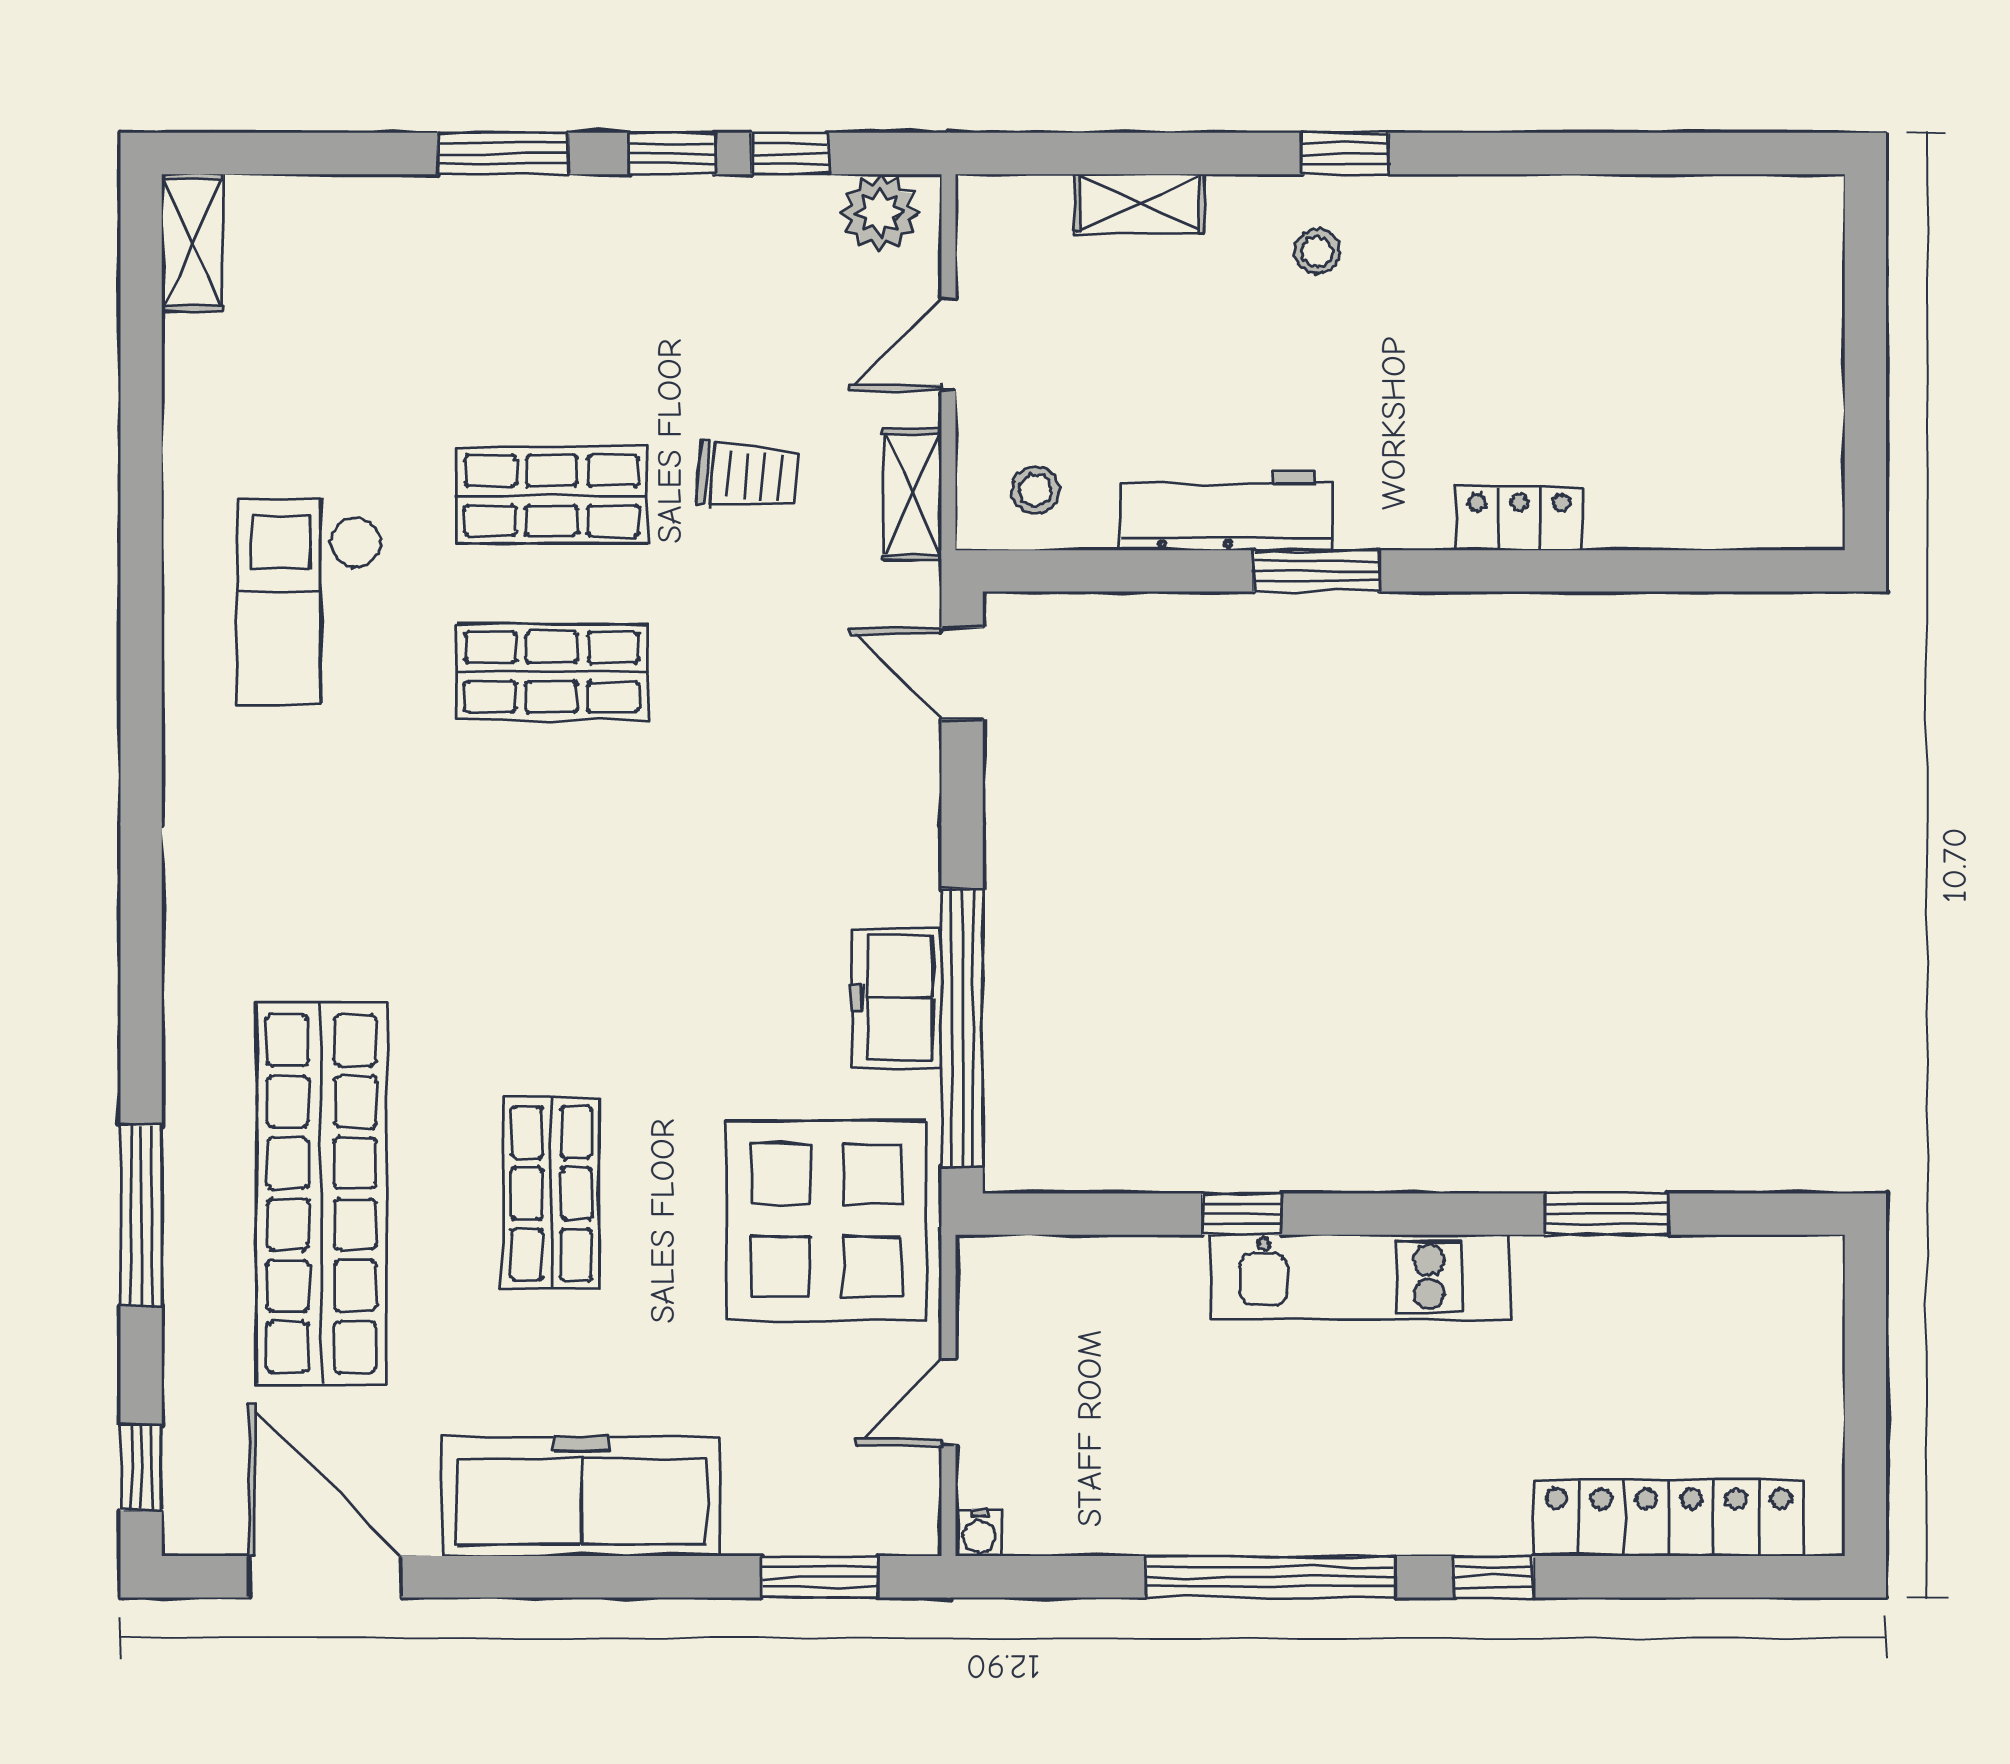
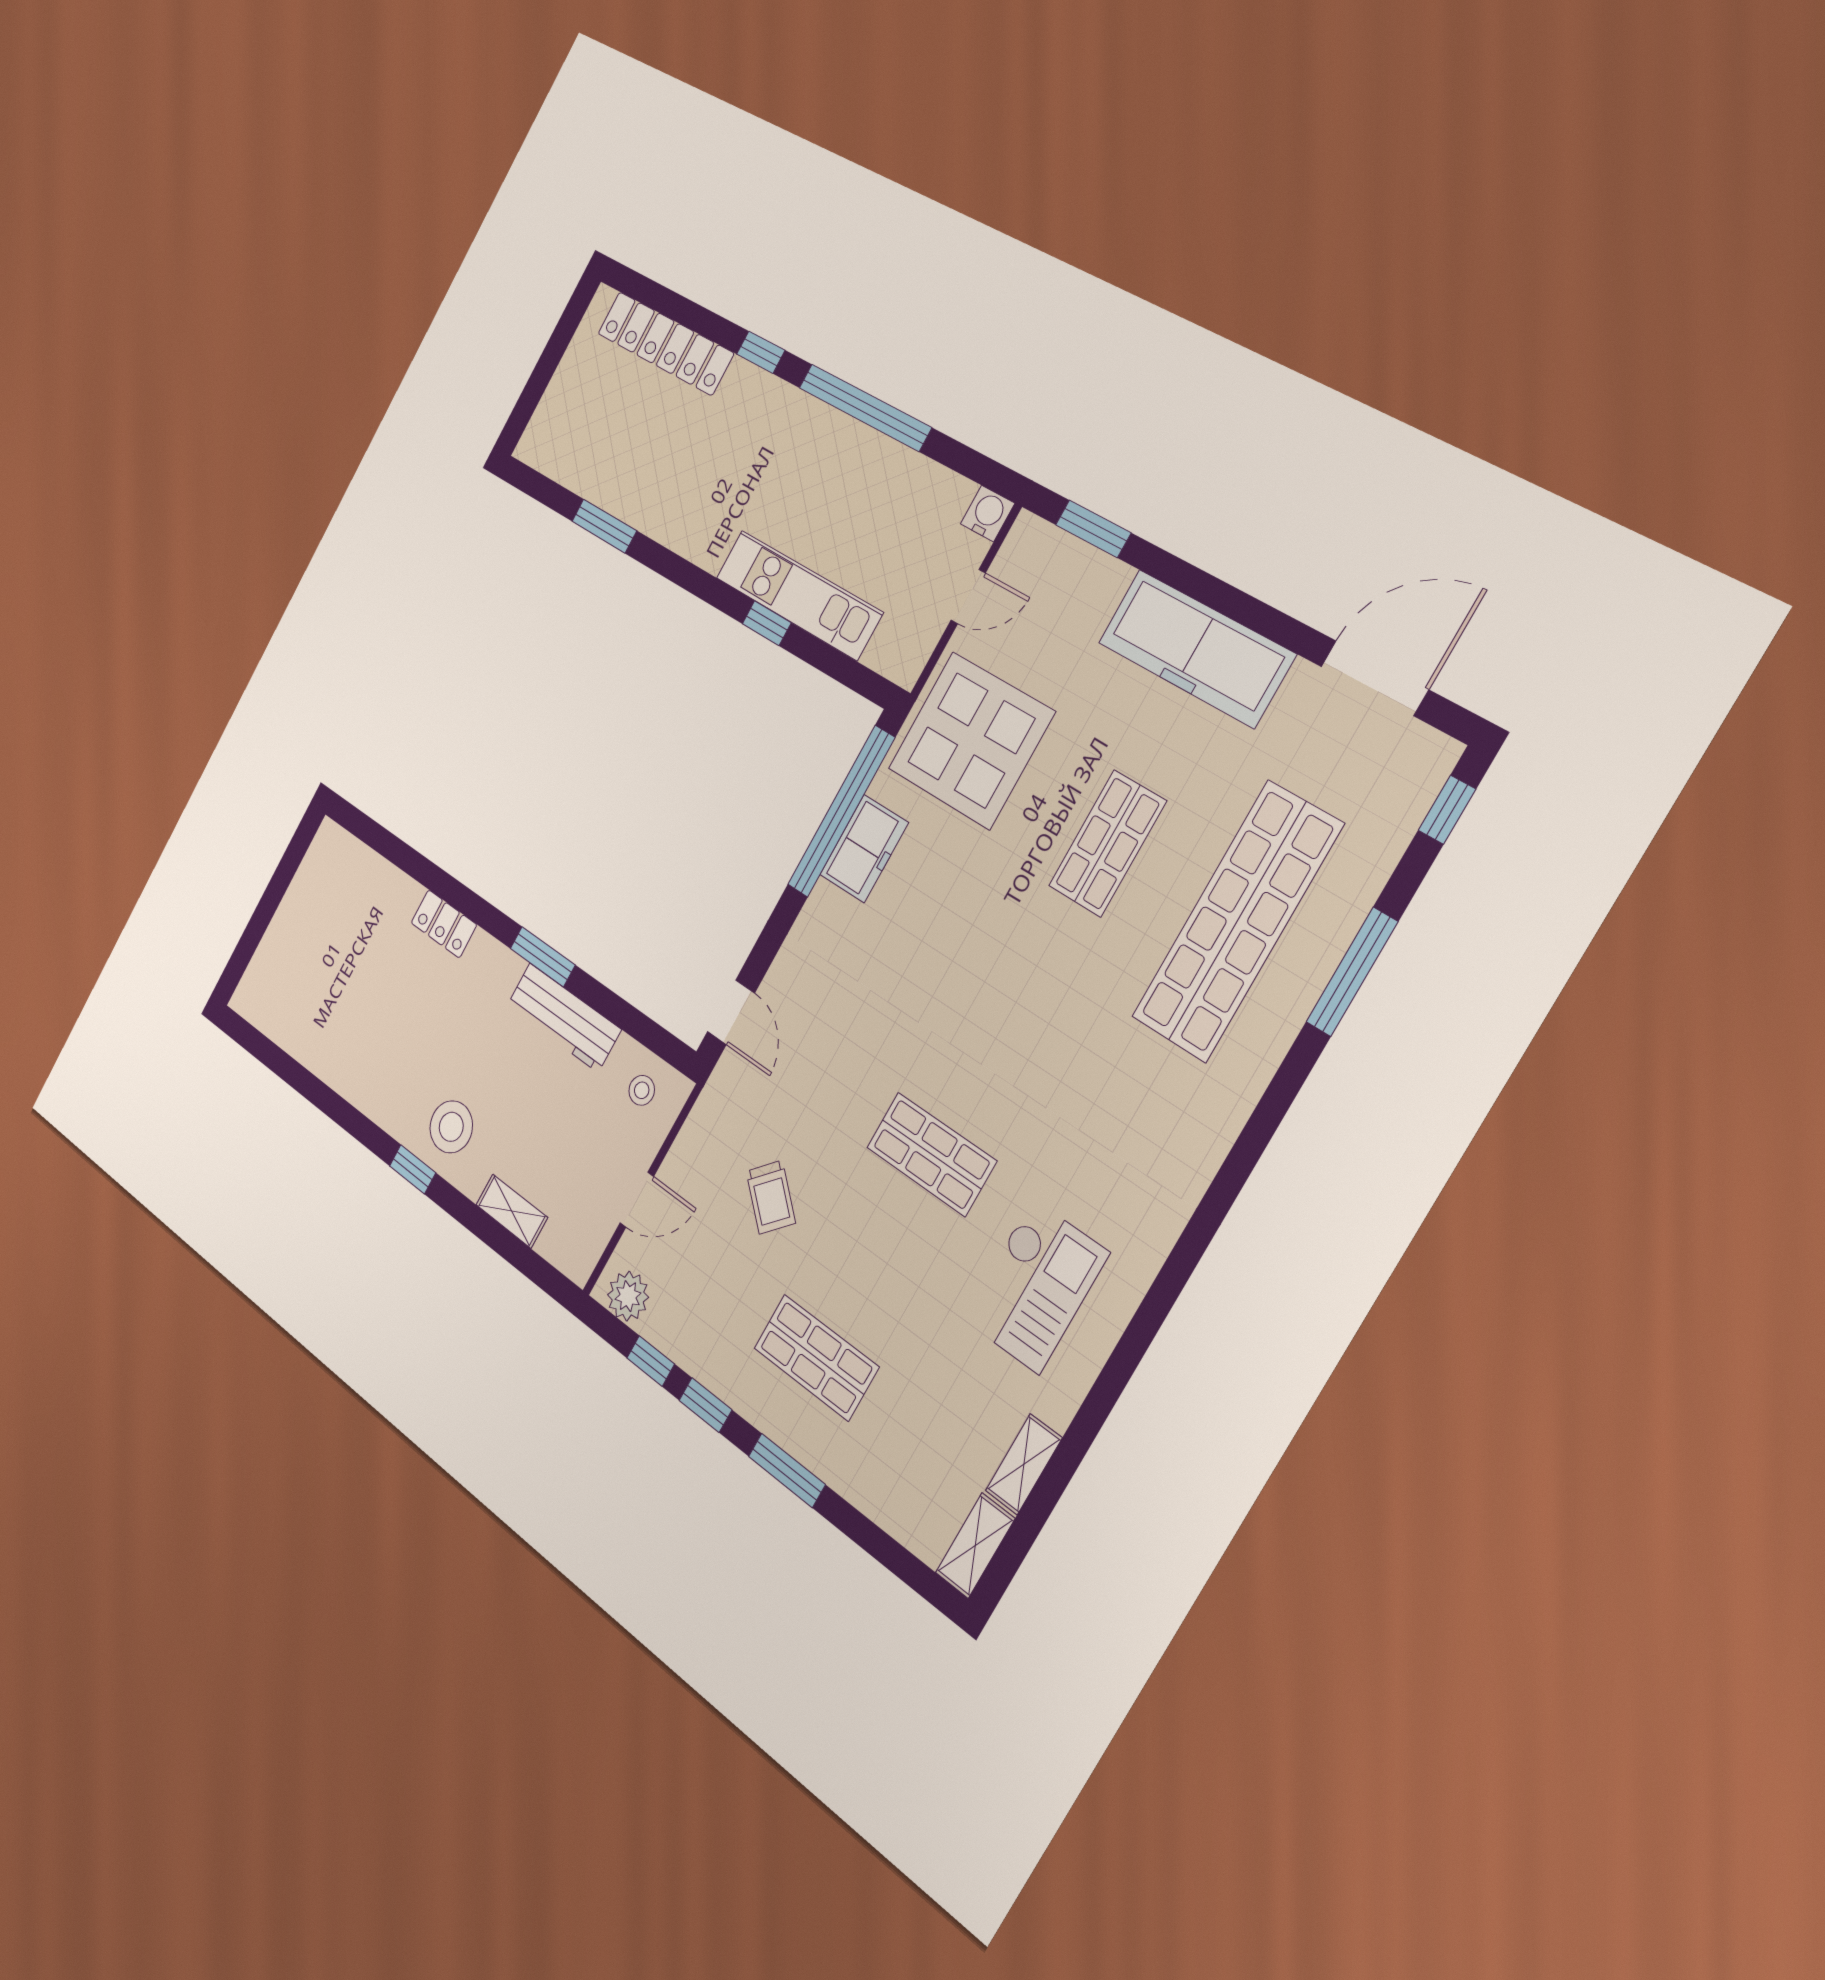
stool: (1317, 251) -> (451, 1127), width x1.89, depth x1.89
trolley: (747, 475) -> (771, 1197), turned -141
shelving: (912, 494) -> (1024, 1464), moved
shop shelf: (552, 496) -> (816, 1357), moved
kitchen unit: (1360, 1277) -> (799, 595), moved
water cooler: (979, 1533) -> (988, 514), width x1.38, depth x1.38
door: (325, 1577) -> (1375, 678), swing flipped

